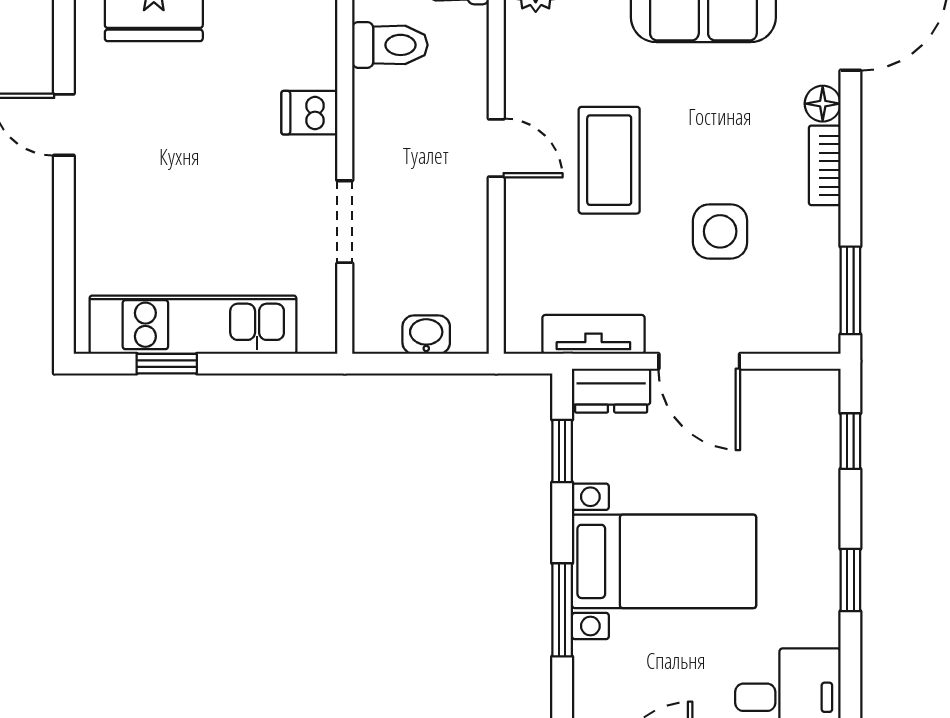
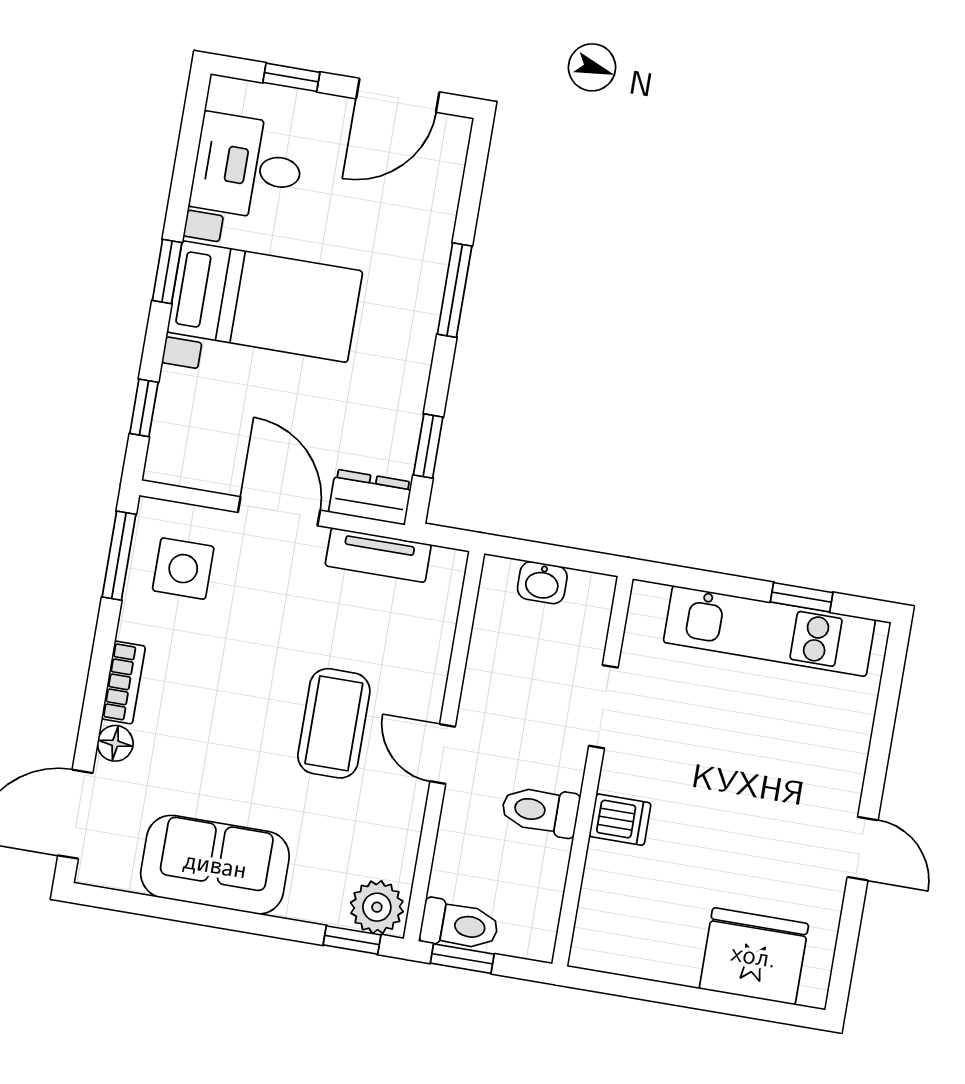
toilet: (390, 45) -> (540, 811), moved
side table: (720, 231) -> (183, 569), moved
bed with nightstands: (664, 561) -> (265, 302), moved, turned 180

